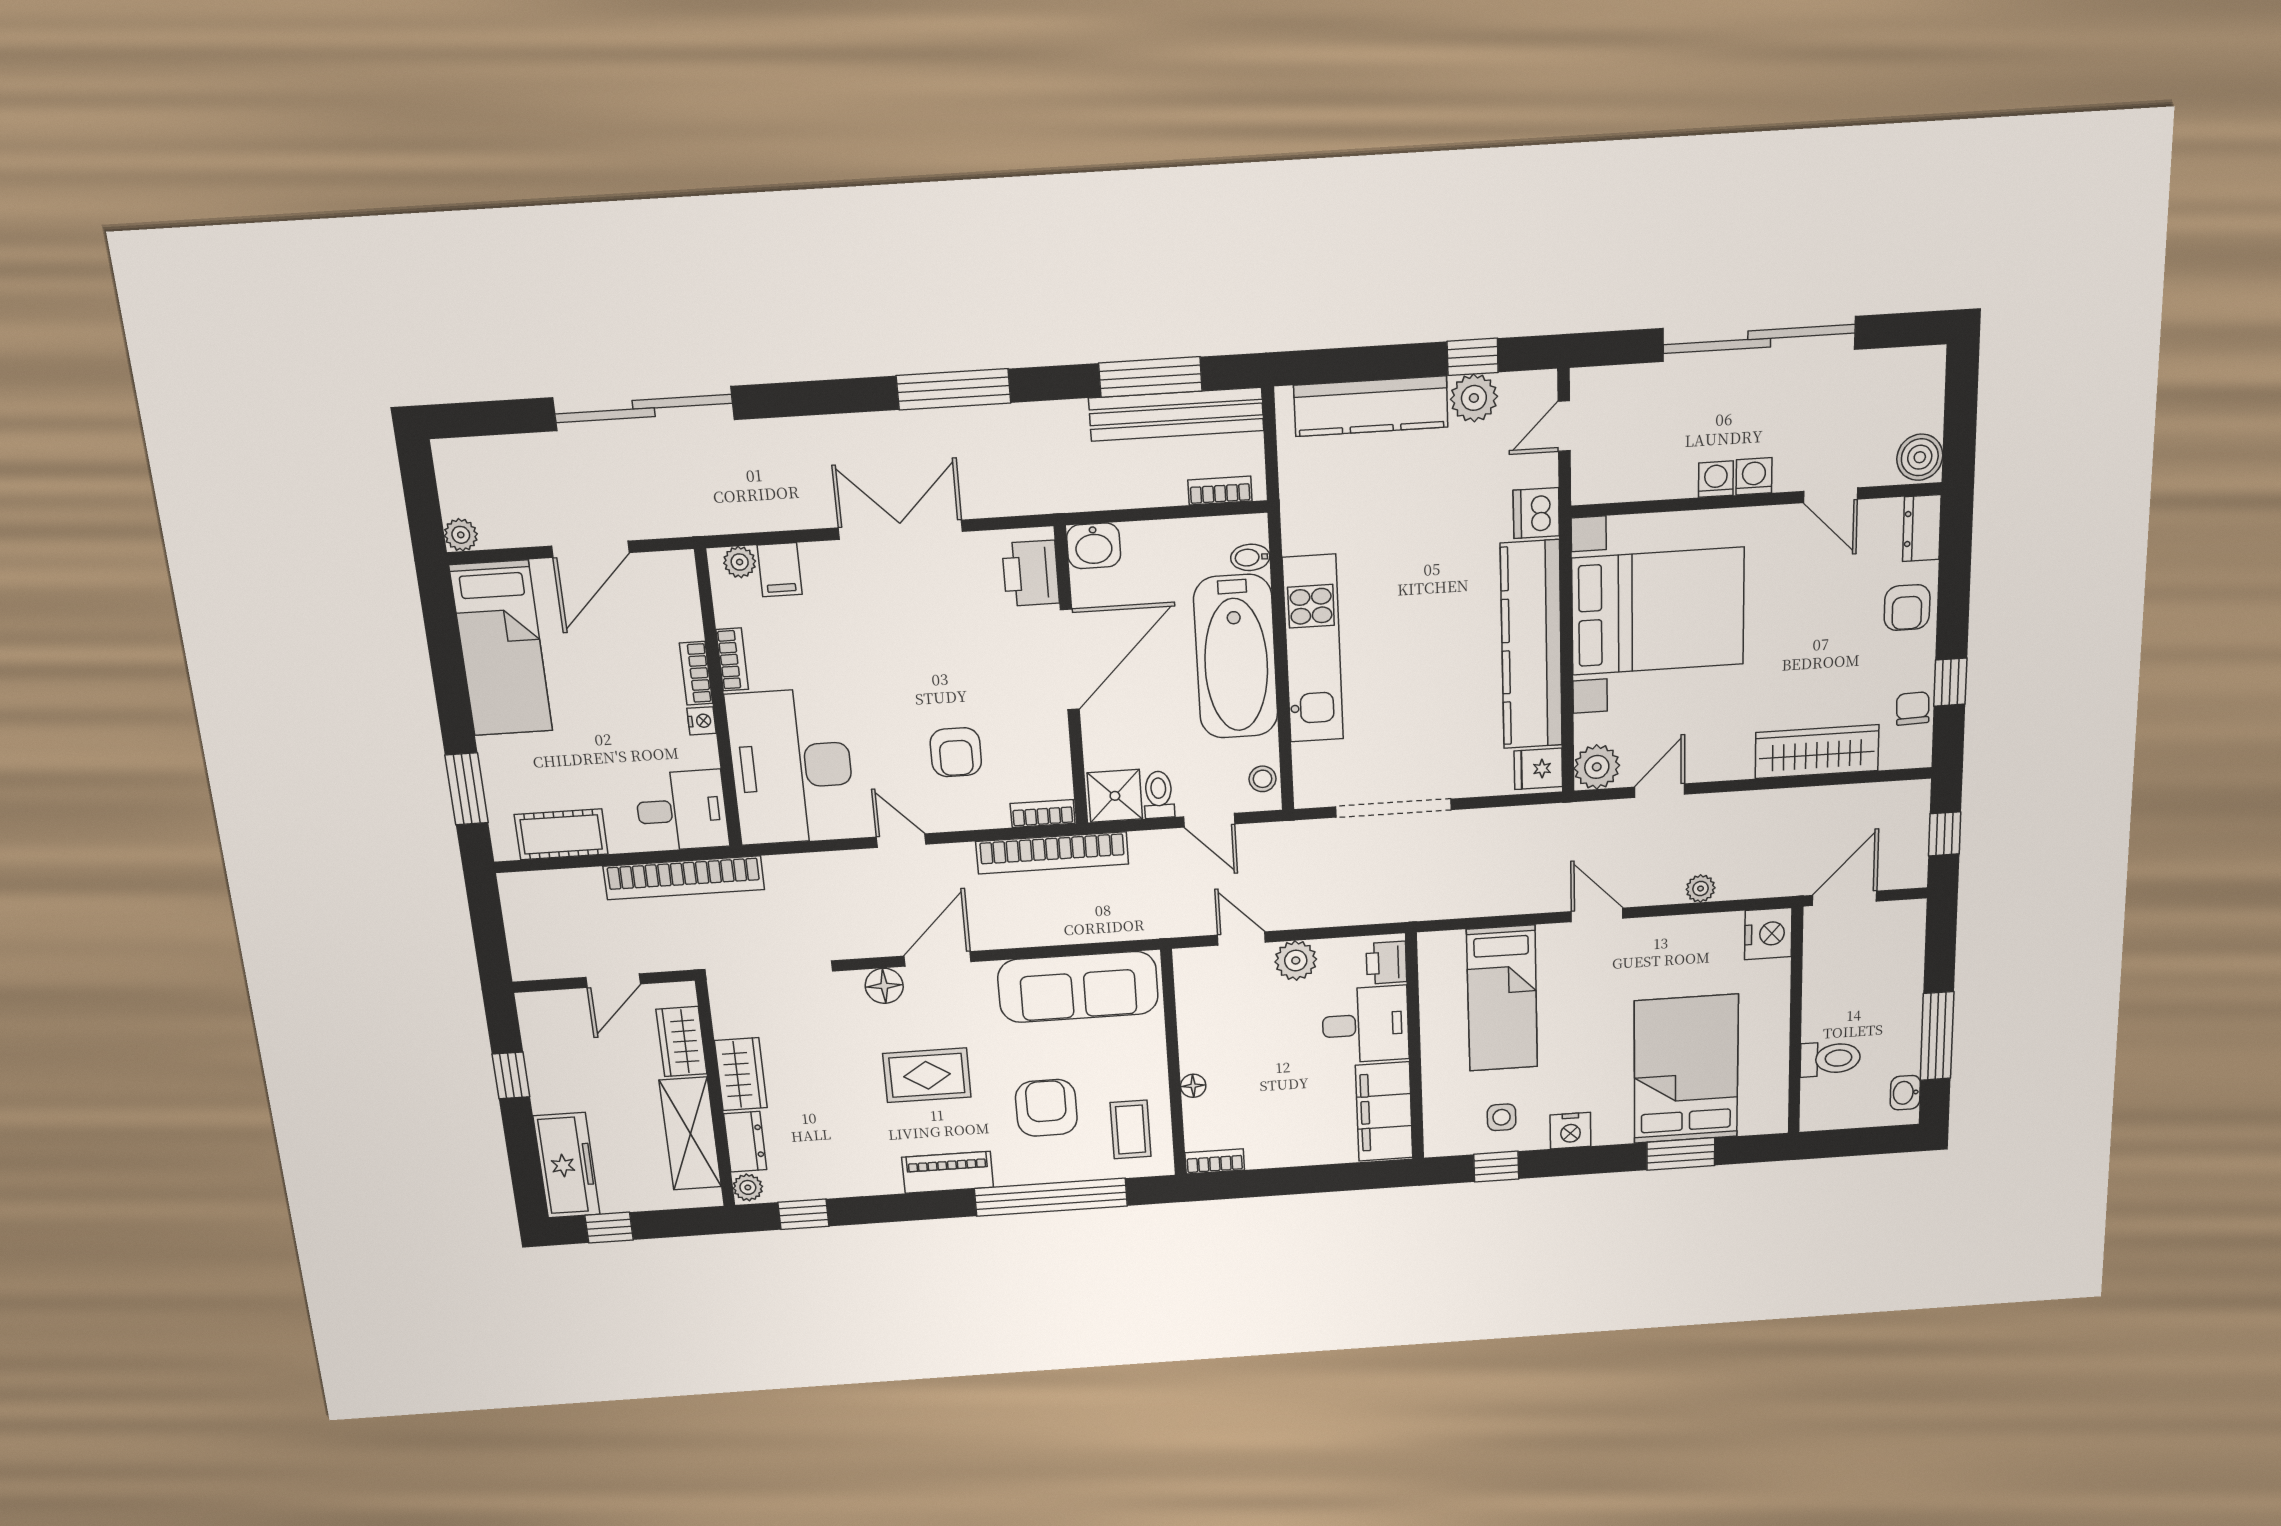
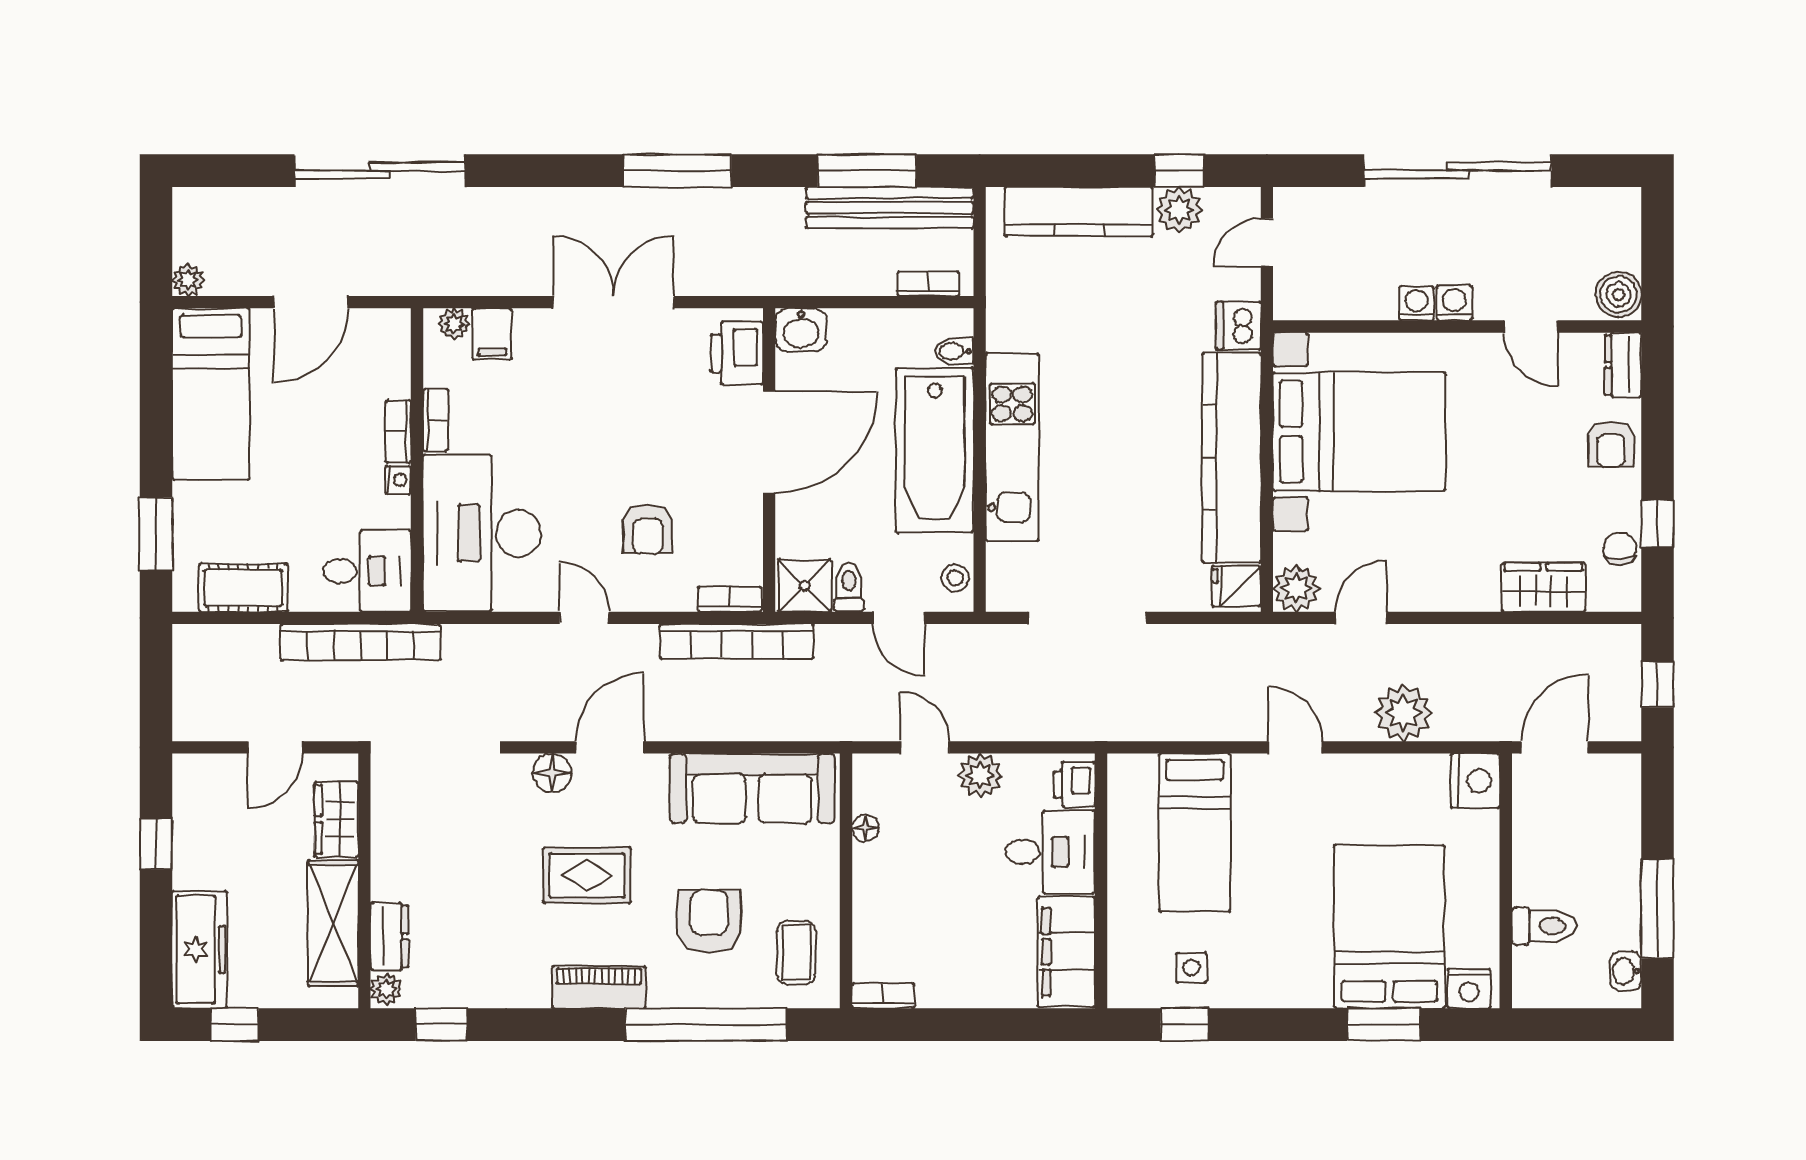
wardrobe: (1817, 752) -> (1544, 587), width x0.67
plant: (1701, 889) -> (1404, 713), width x1.88, depth x1.88
wardrobe: (741, 1074) -> (394, 860), removed
floor lamp: (1193, 1086) -> (865, 828), moved
nightstand: (1570, 1131) -> (1469, 989), moved

